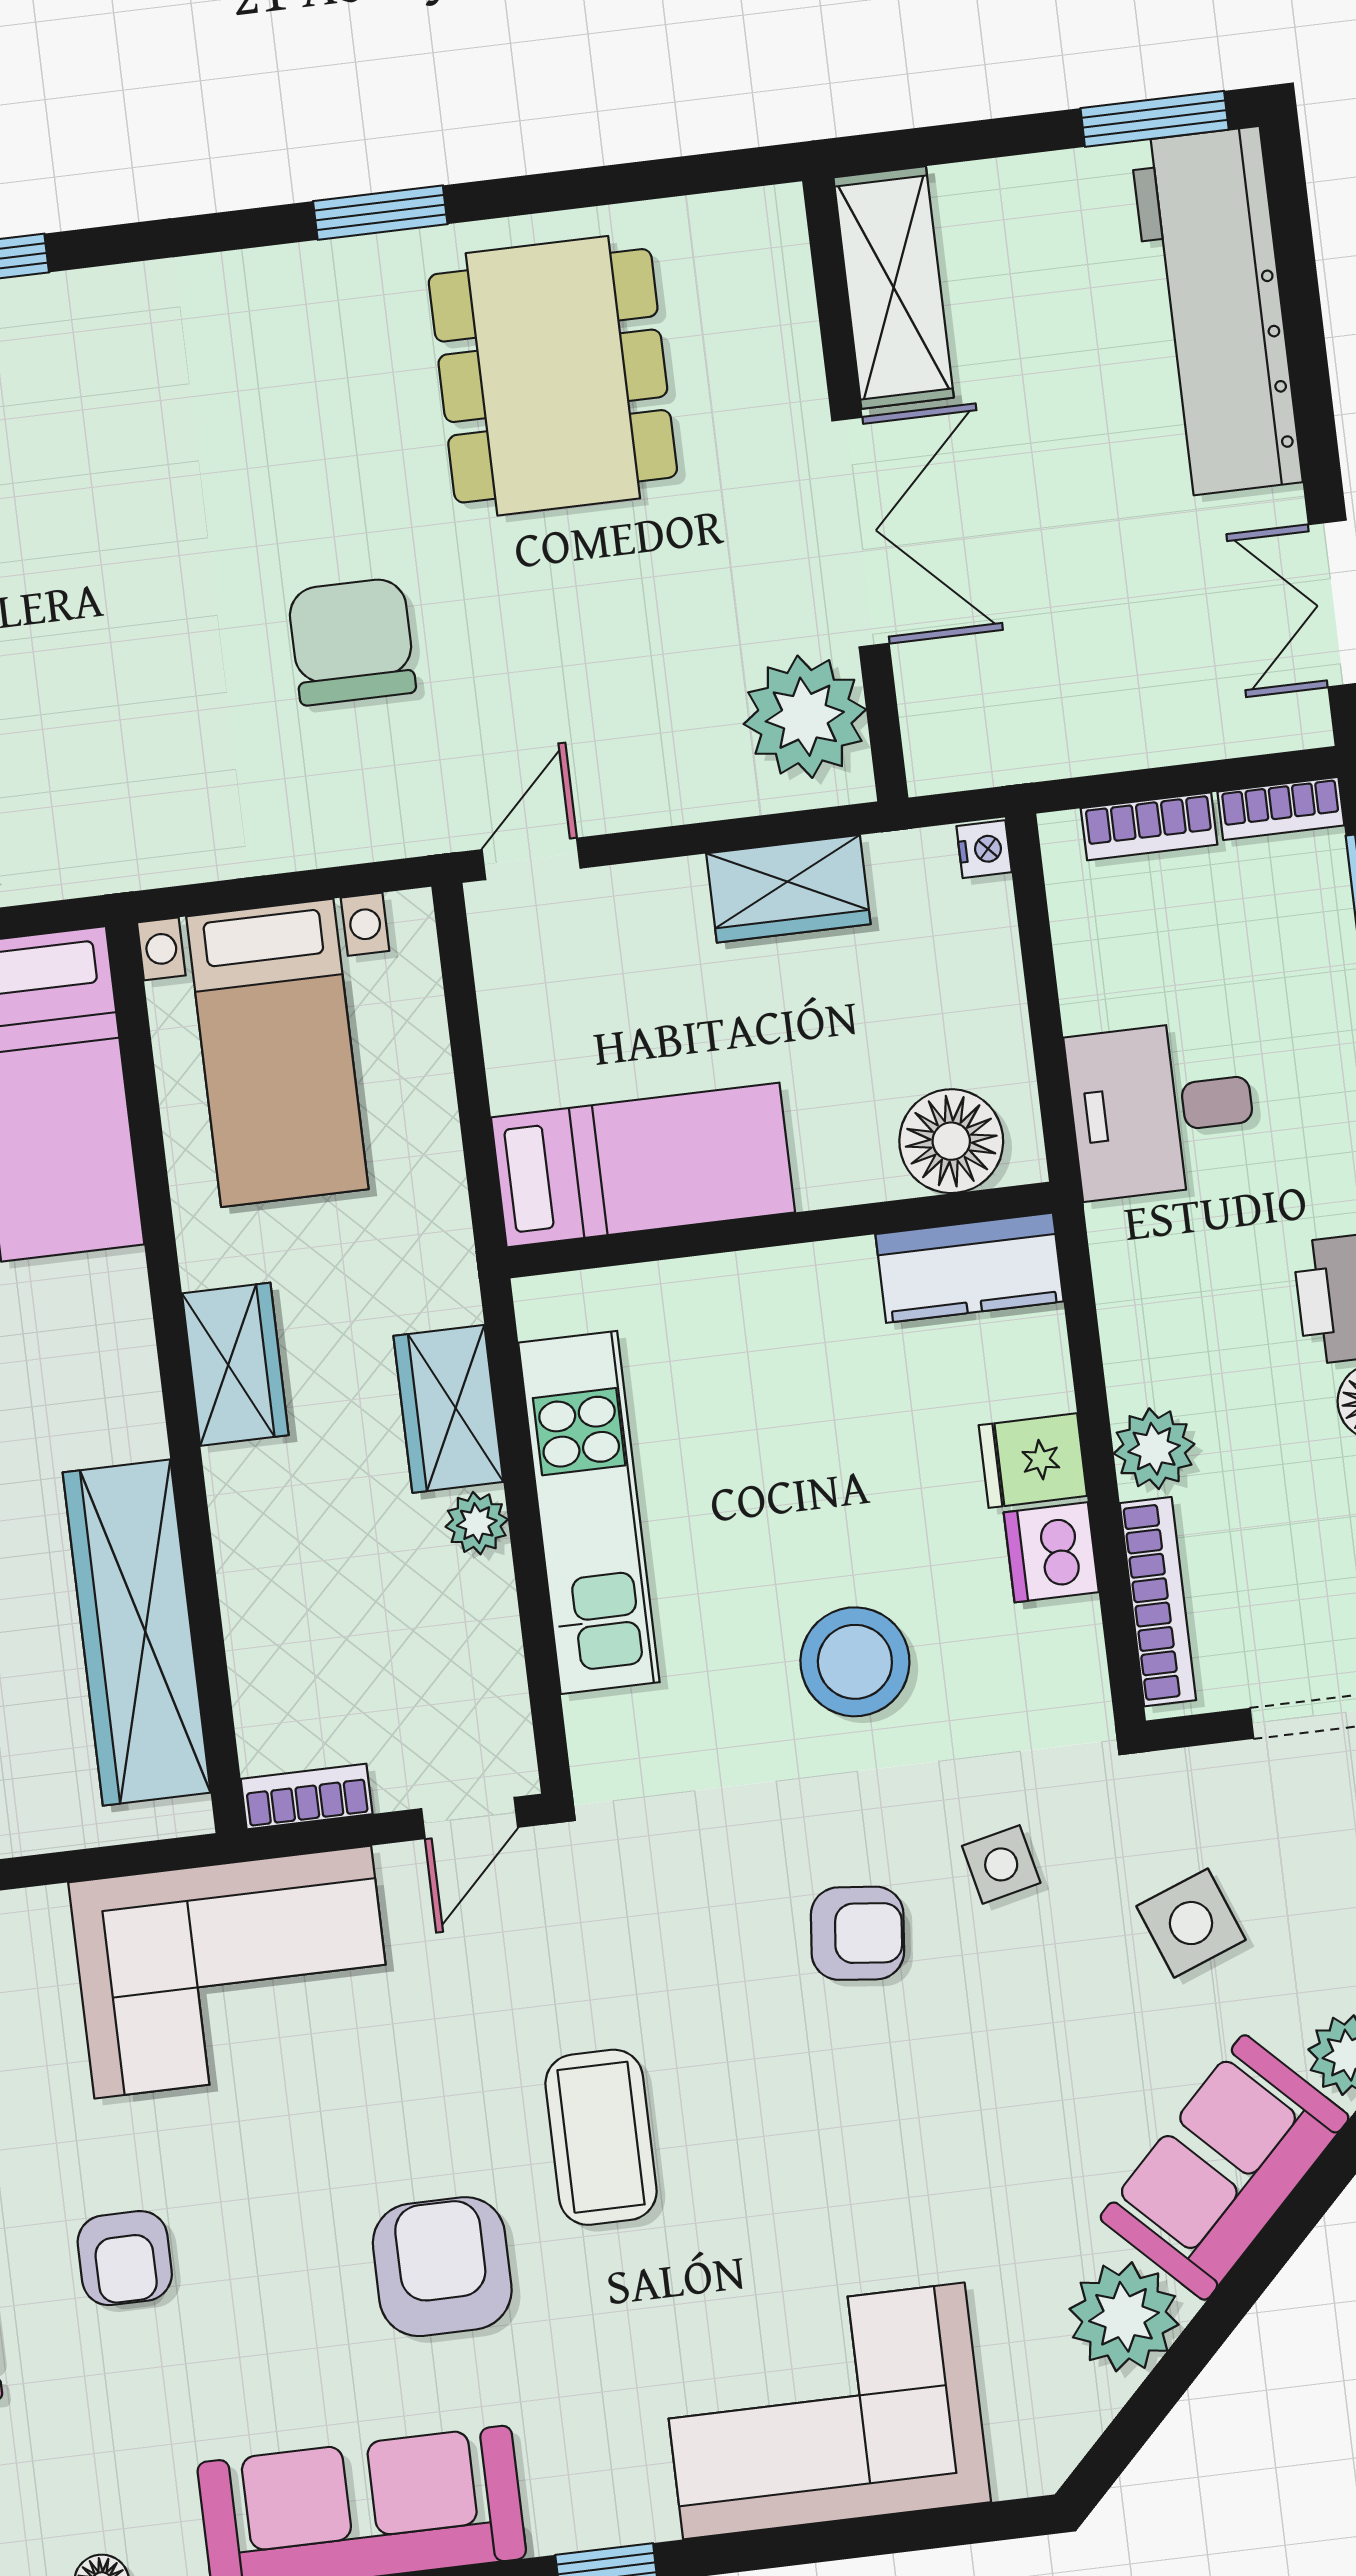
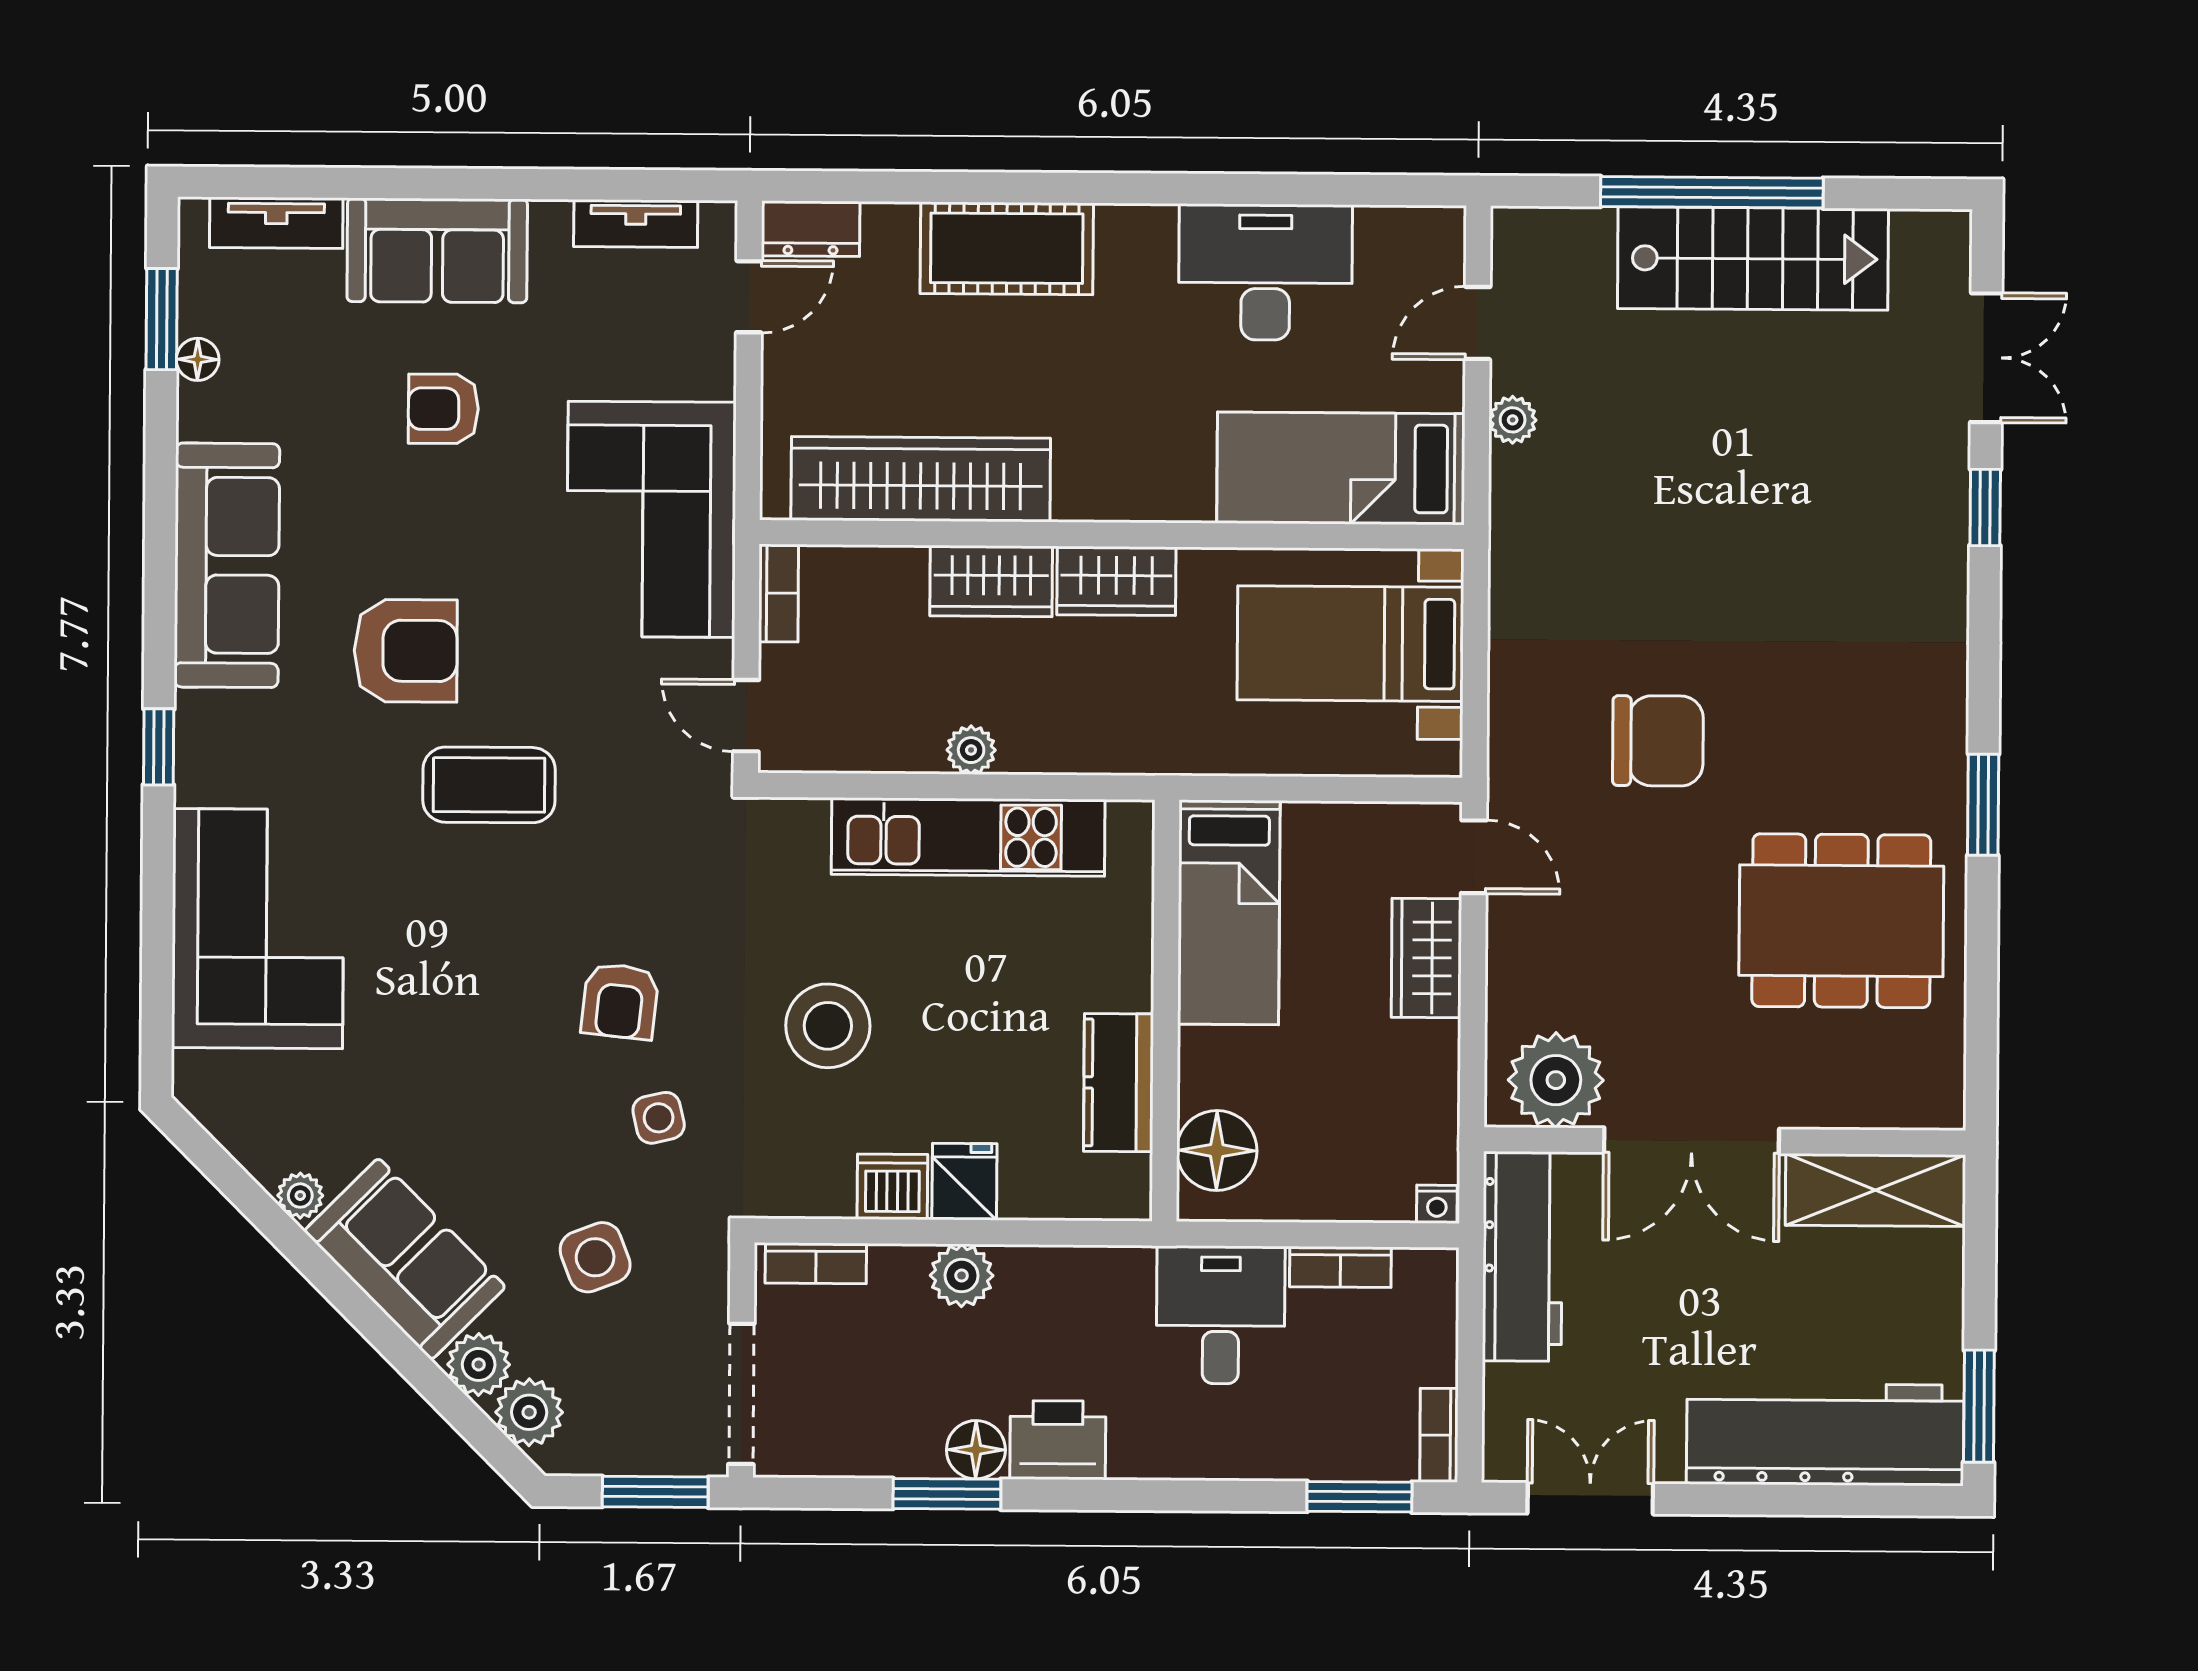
workbench: (1037, 731) -> (1522, 1256), added
bookcase: (1149, 826) -> (1340, 1267), moved, turned -90
wardrobe: (788, 889) -> (1426, 958), moved
kitchen counter: (969, 1268) -> (1119, 1083), moved
wardrobe: (448, 1409) -> (991, 581), moved, turned 180
bookcase: (1158, 1602) -> (816, 1263), width x0.64
plant: (1124, 2317) -> (300, 1196), width x0.53, depth x0.53

